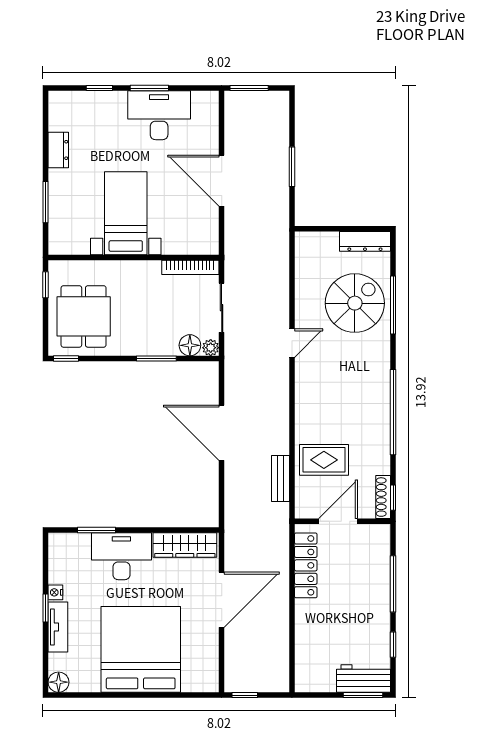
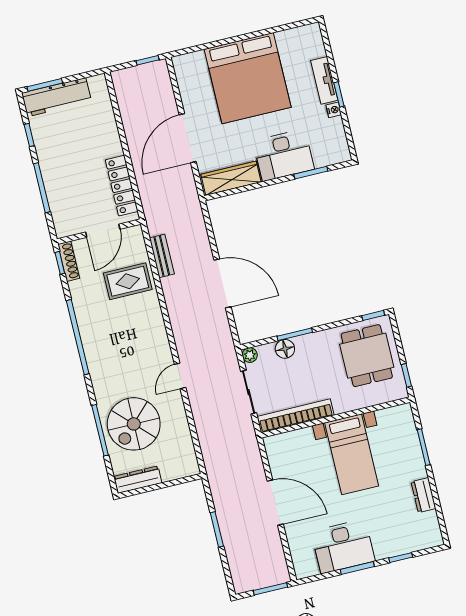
bookcase: (190, 267) -> (296, 416), width x1.48, depth x1.31
floor lamp: (190, 345) -> (285, 349), moved
workbench: (364, 679) -> (56, 97), width x1.38
floor lamp: (59, 682) -> (312, 33), removed

